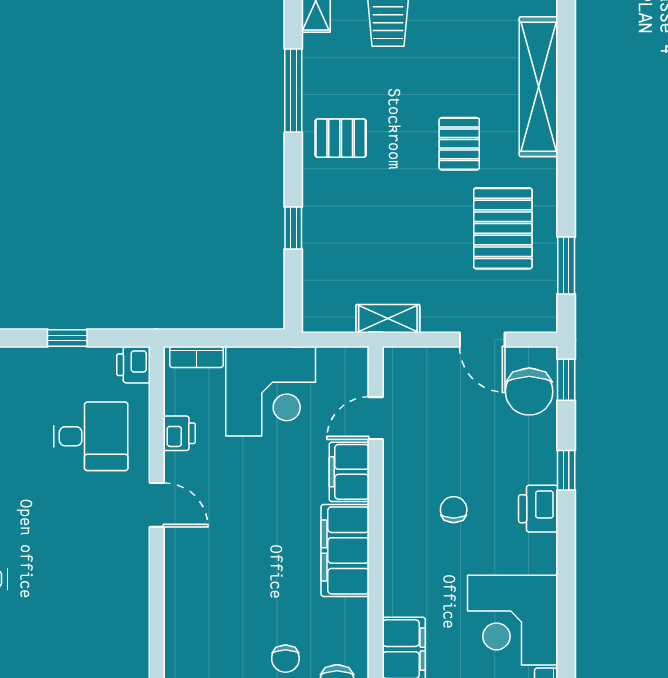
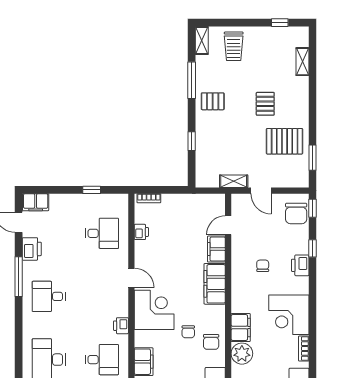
shelving: (539, 87) -> (302, 62), width x0.45, depth x0.75
pallet: (503, 228) -> (285, 141), turned 90
door: (482, 340) -> (261, 191), moved
printer: (133, 365) -> (121, 326), moved
corner desk: (271, 391) -> (154, 310), moved, turned -90
door: (157, 505) -> (131, 278), moved

